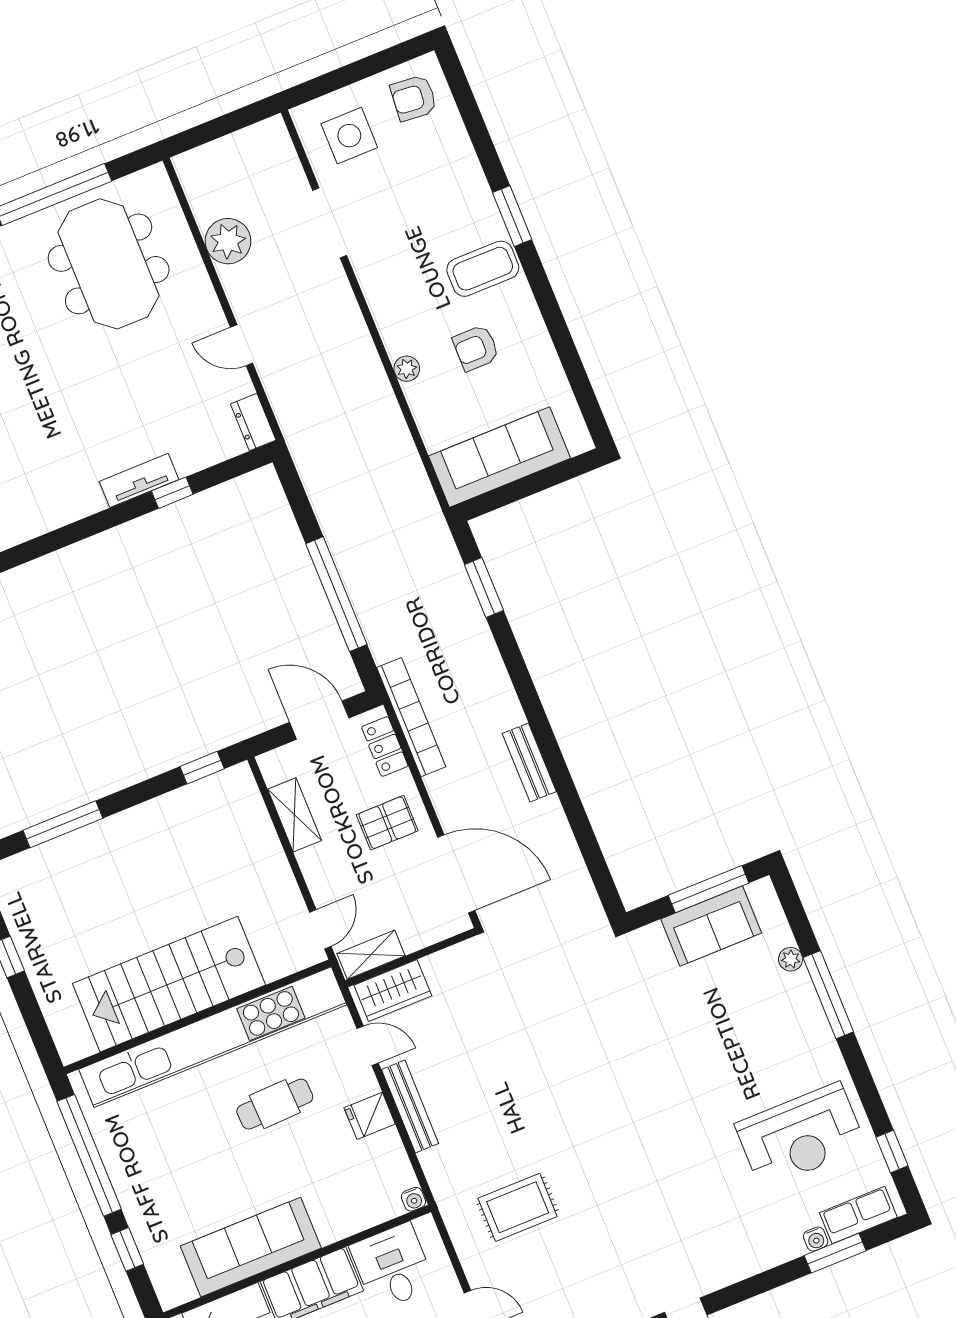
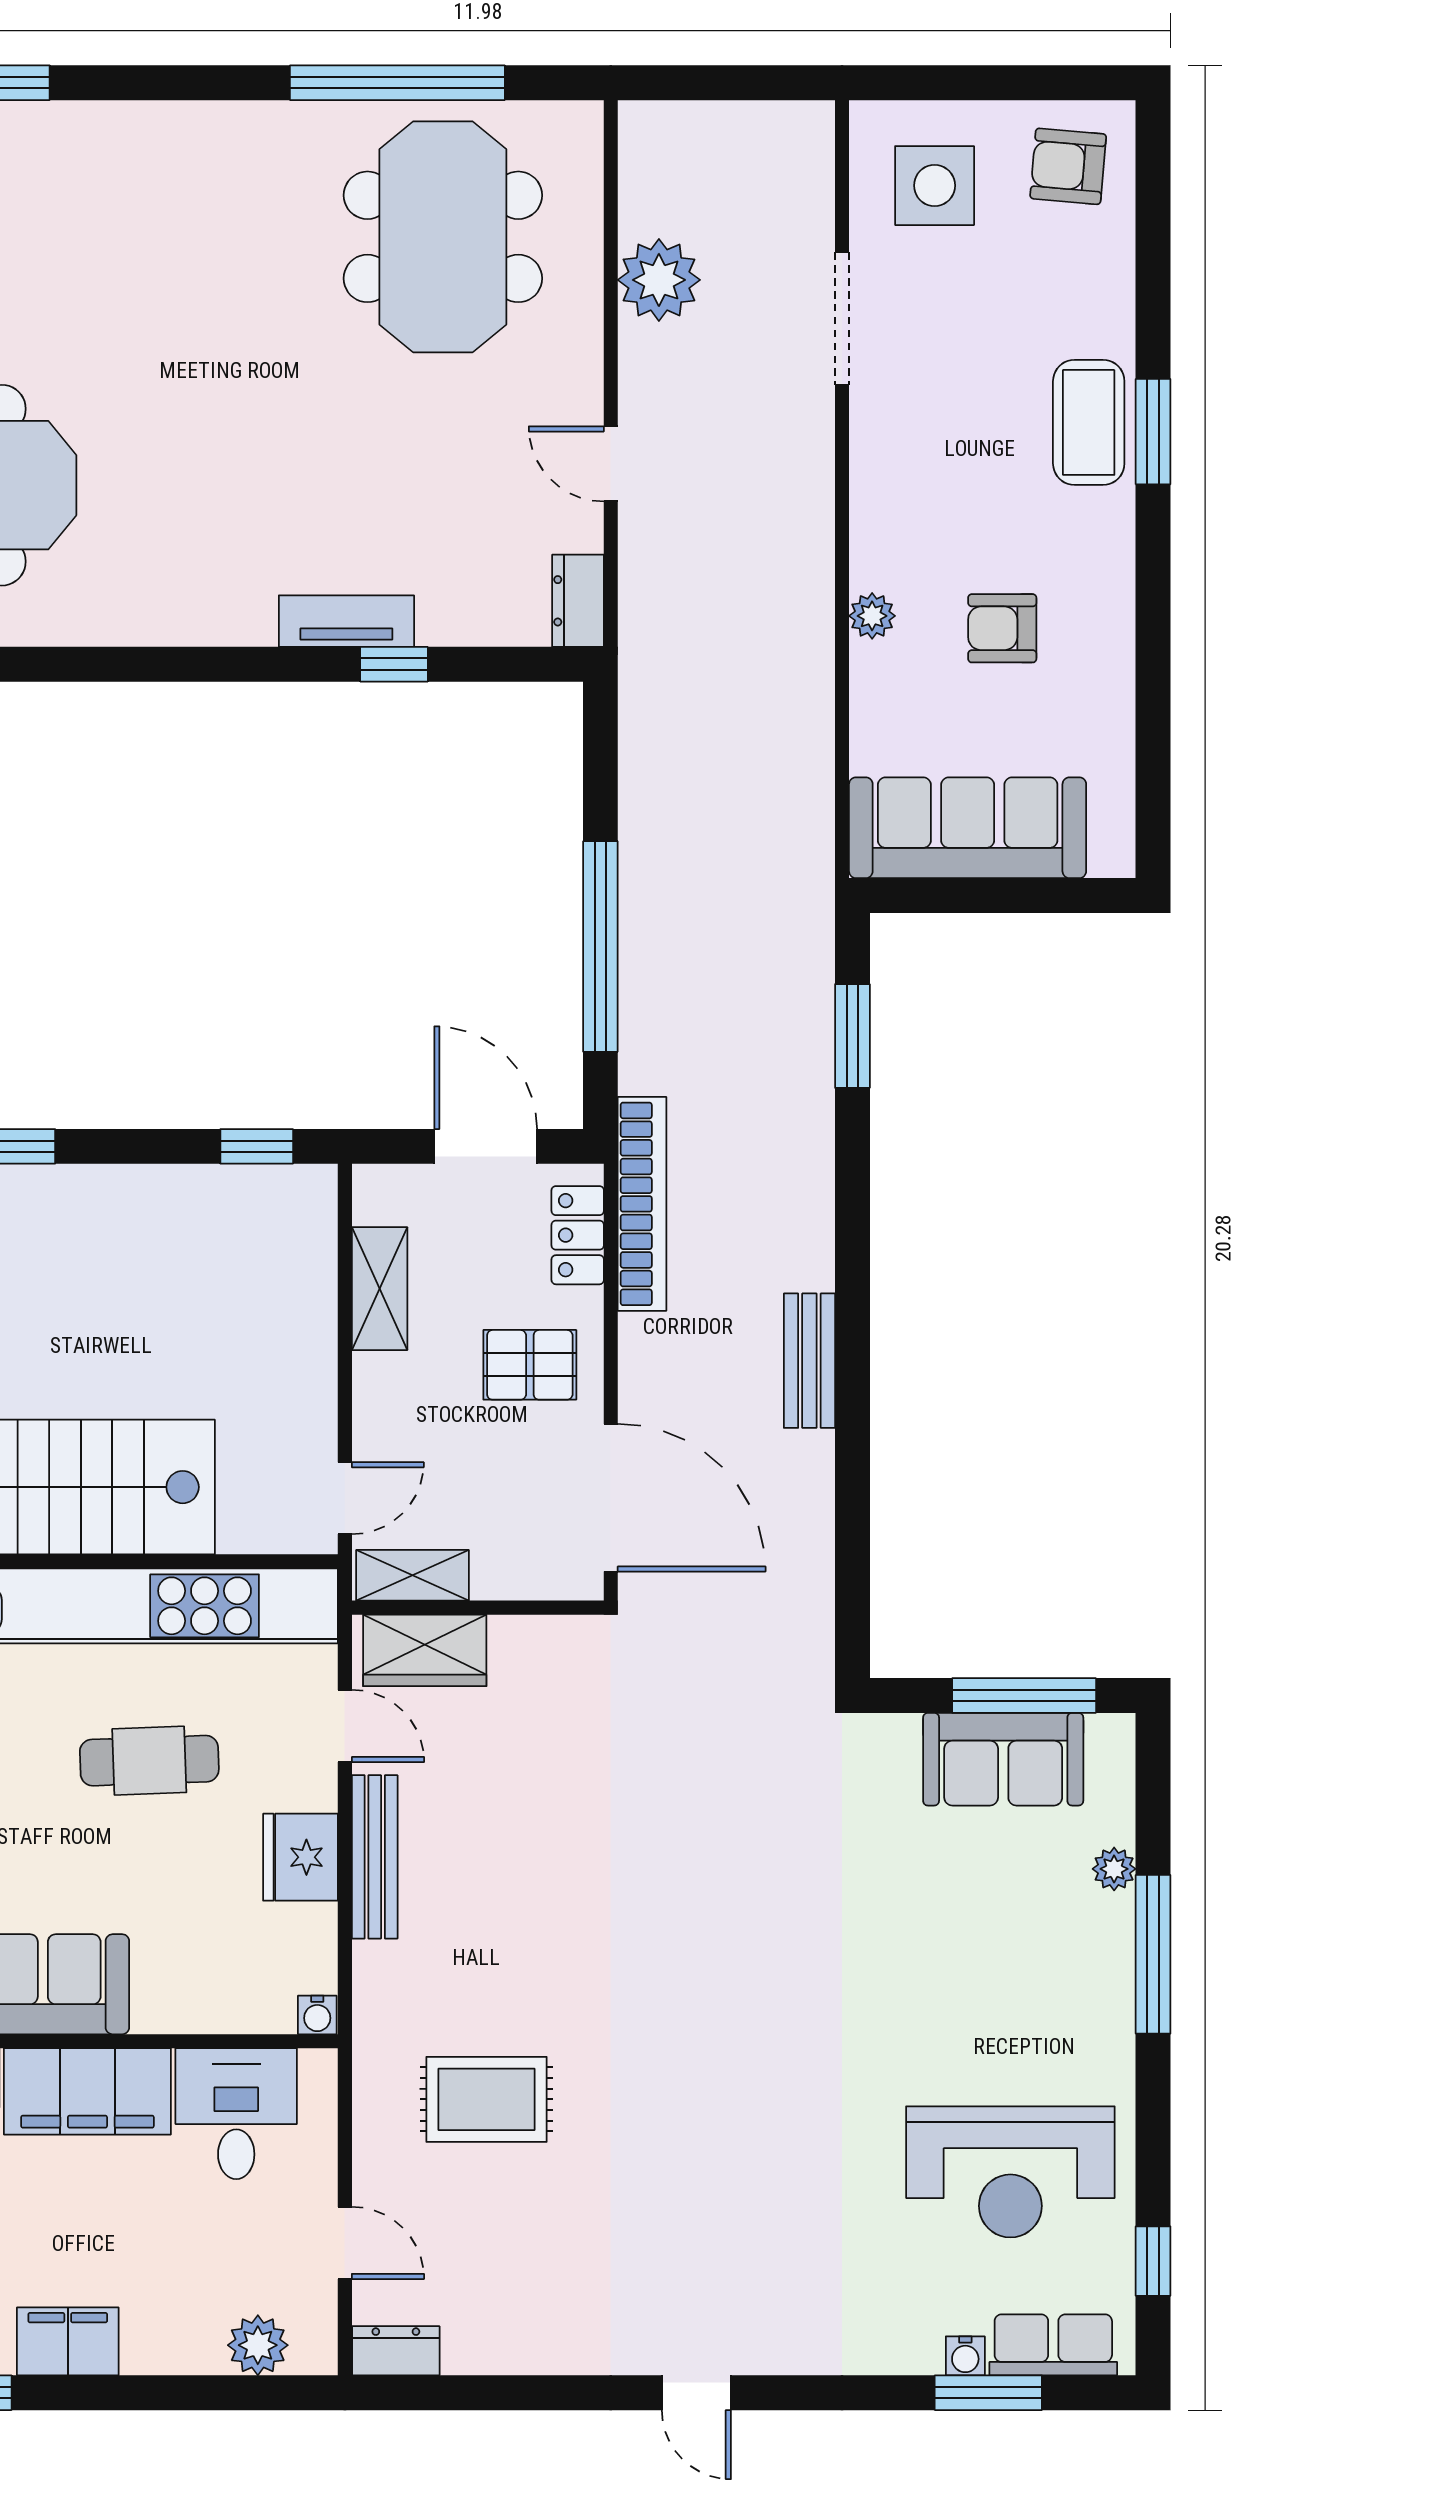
coffee table: (483, 269) -> (1089, 422), moved, turned 90
fridge: (370, 1116) -> (300, 1857), width x1.38

